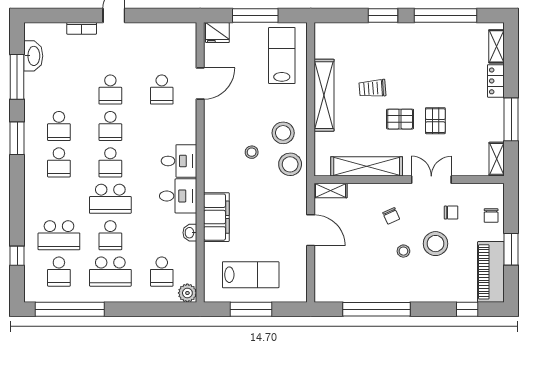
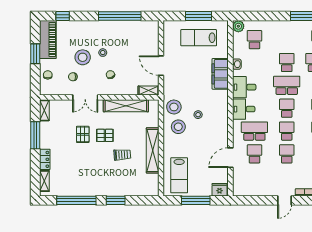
school desk: (110, 272) -> (254, 131), moved

